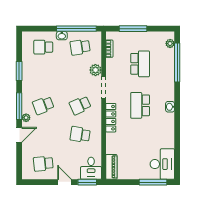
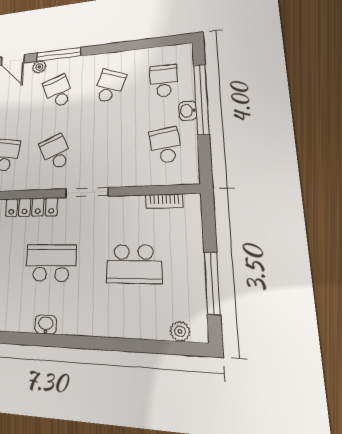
window: (76, 29) -> (201, 99), moved
window: (133, 29) -> (212, 283), moved
window: (177, 62) -> (138, 346), removed
plant: (95, 70) -> (121, 176), removed
window: (19, 71) -> (119, 47), removed
school desk: (43, 76) -> (109, 86), added

